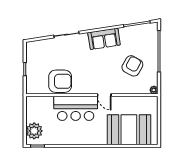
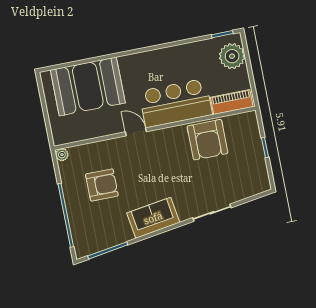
armchair: (132, 66) -> (102, 185), turned -119
armchair: (60, 81) -> (207, 140), turned -90
piano: (40, 102) -> (232, 102), added

